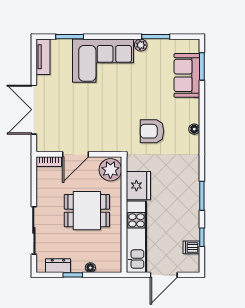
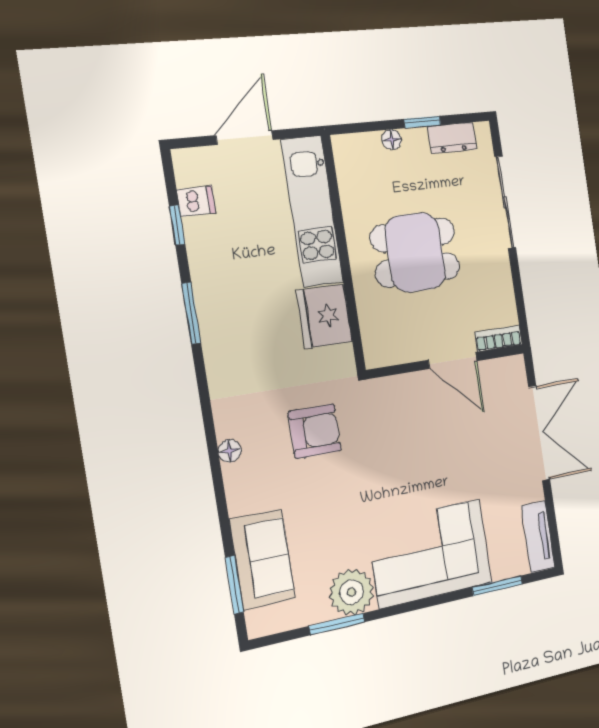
plant: (141, 45) -> (351, 592), width x1.88, depth x1.88
door: (76, 154) -> (453, 360), swing flipped
plant: (110, 170) -> (383, 340), removed

